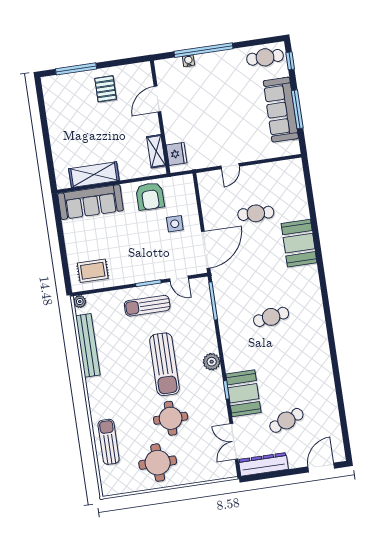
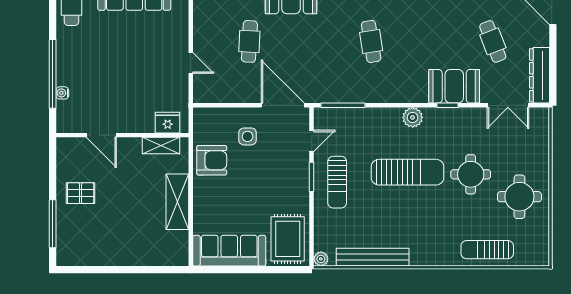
shelving: (94, 175) -> (177, 202), moved
sofa: (91, 202) -> (229, 251), moved, turned -90
rug: (93, 271) -> (288, 239), width x1.36, depth x1.43

